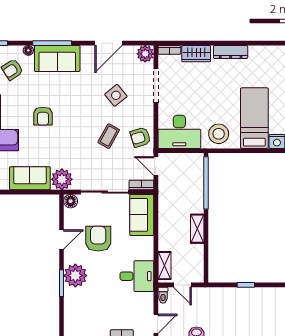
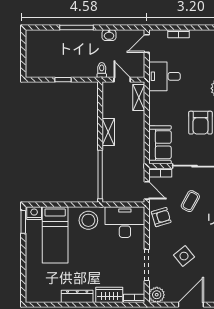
coffee table: (109, 136) -> (190, 201), moved
desk: (137, 276) -> (164, 76), moved
toilet: (163, 295) -> (102, 70), moved

